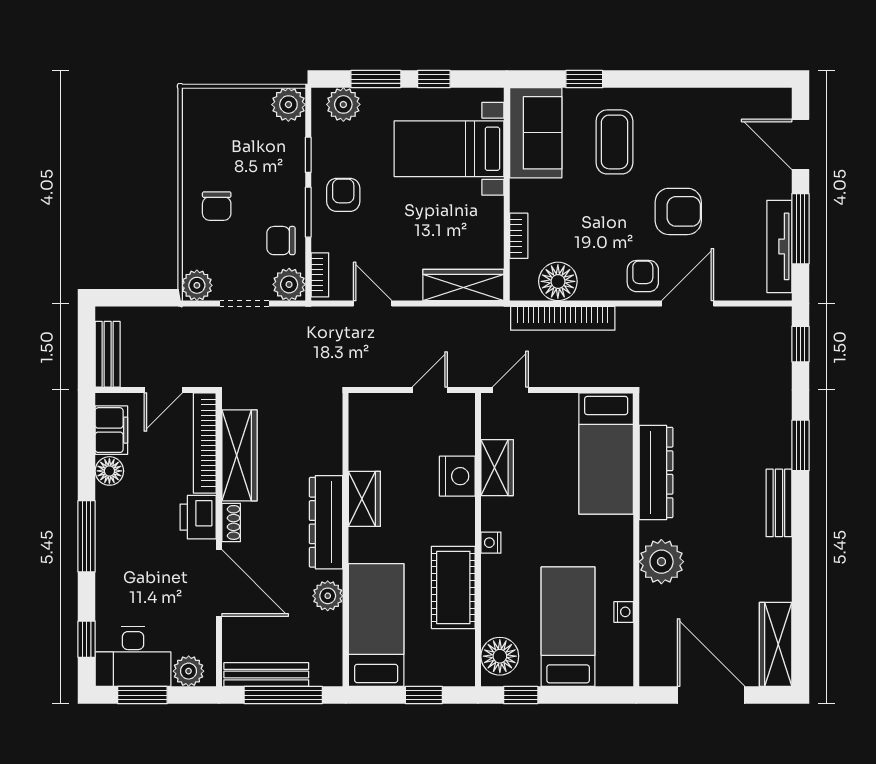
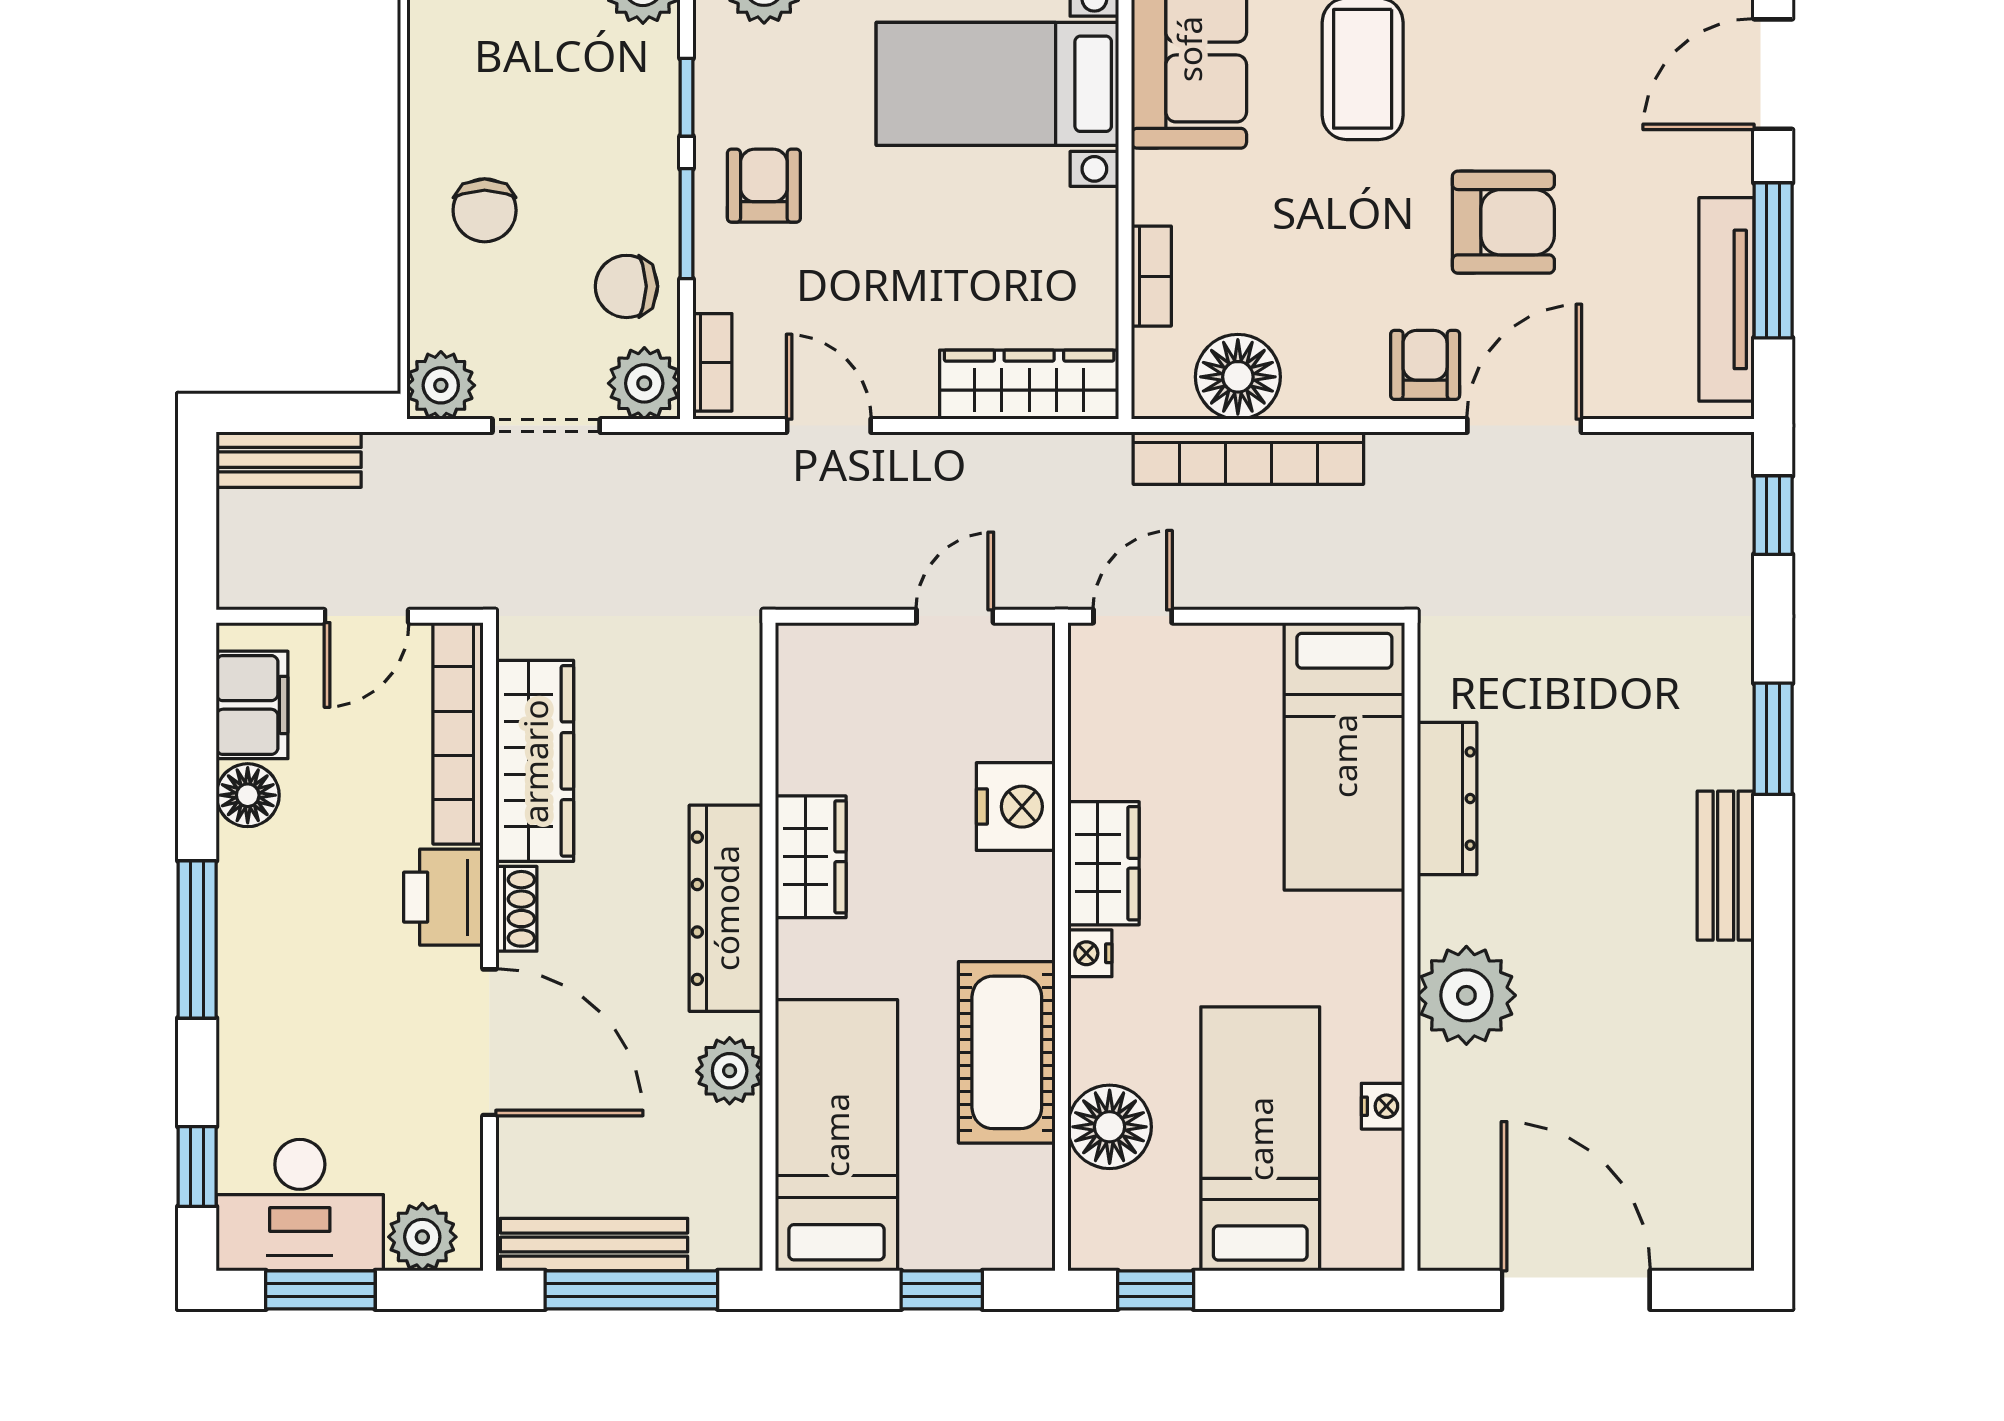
door: (800, 144) -> (1773, 74), hinge flipped
bench: (108, 354) -> (289, 460), moved, turned 90
wardrobe: (497, 468) -> (1103, 863), moved
dresser: (656, 472) -> (1447, 799), width x0.73, depth x0.80
wardrobe: (776, 644) -> (1718, 1178), removed
floor lamp: (500, 656) -> (1110, 1127), moved

